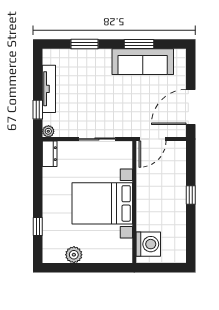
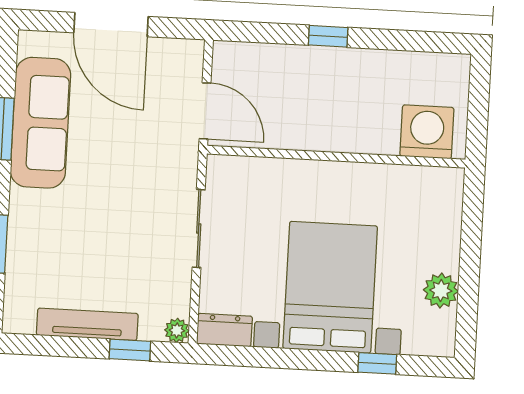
door: (191, 107) -> (111, 25), moved
bed with nightstands: (102, 203) -> (330, 287), moved, turned 180

